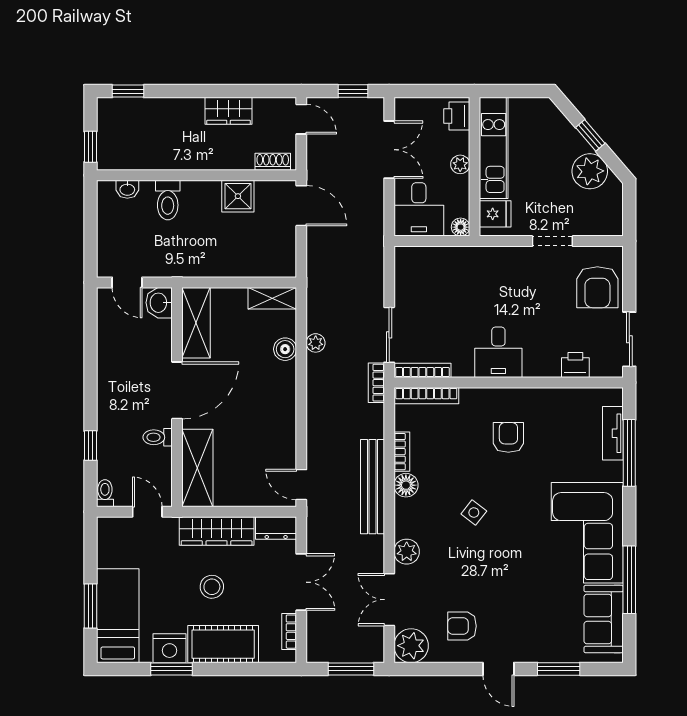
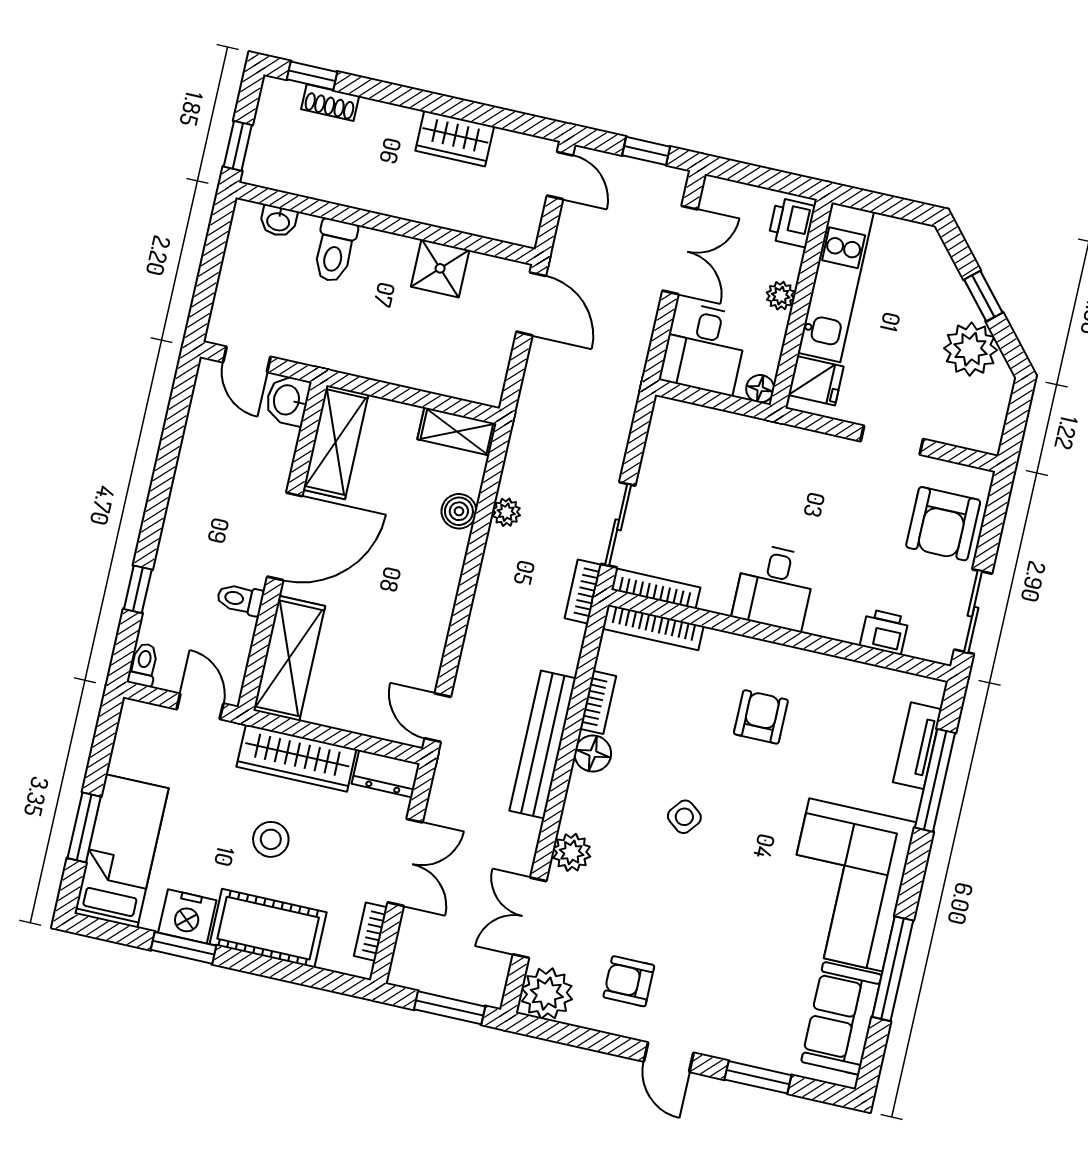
shoe rack: (273, 162) -> (330, 103), moved, turned 180

